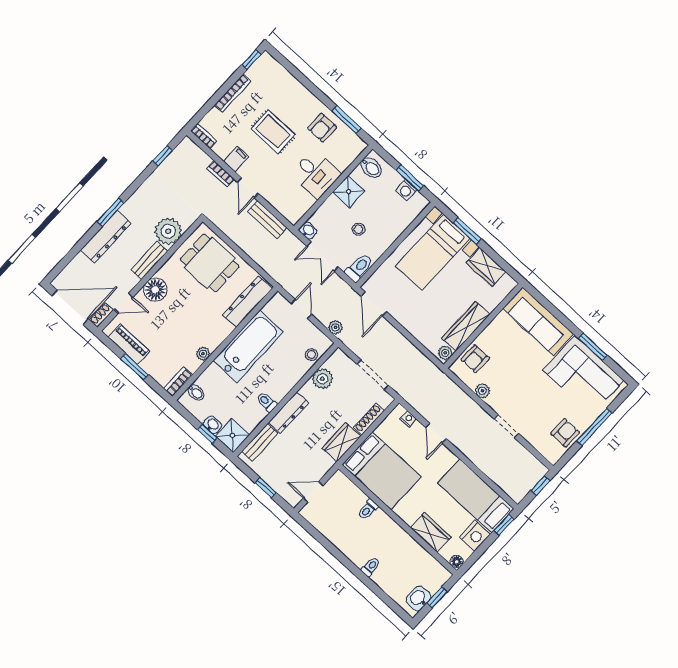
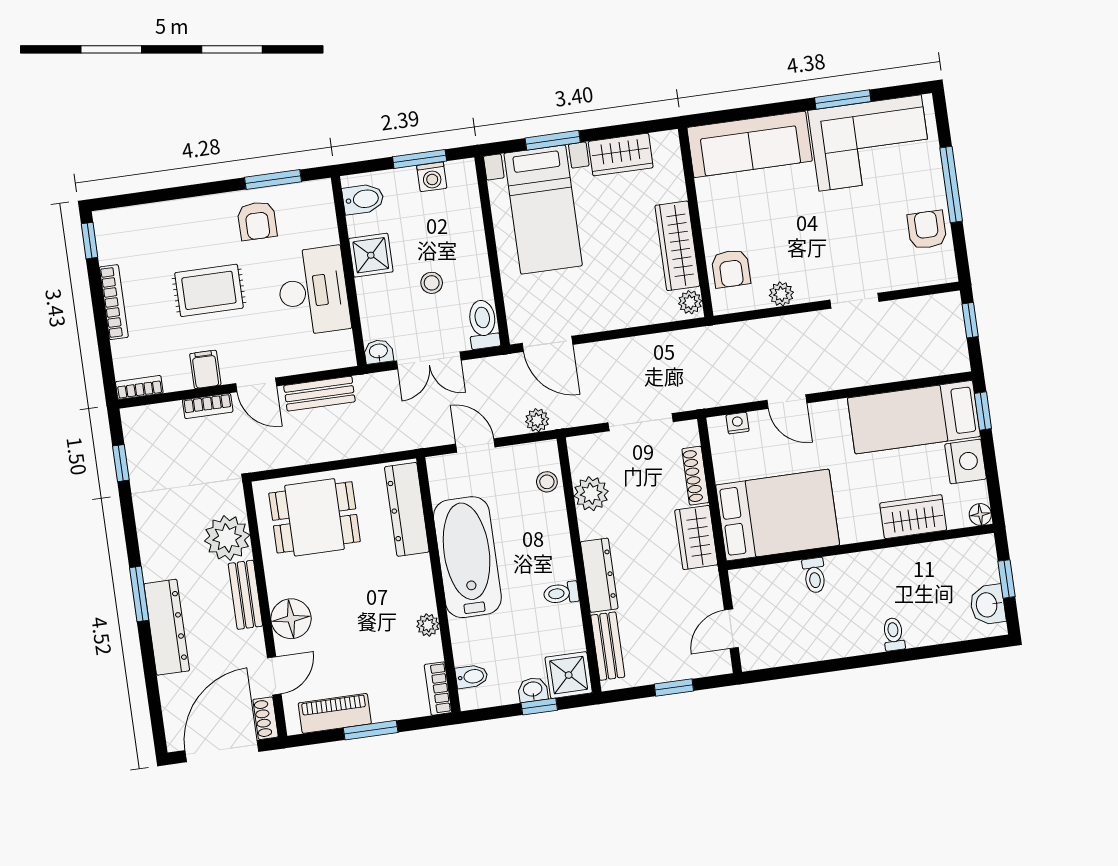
desk: (316, 174) -> (313, 291), width x1.37

